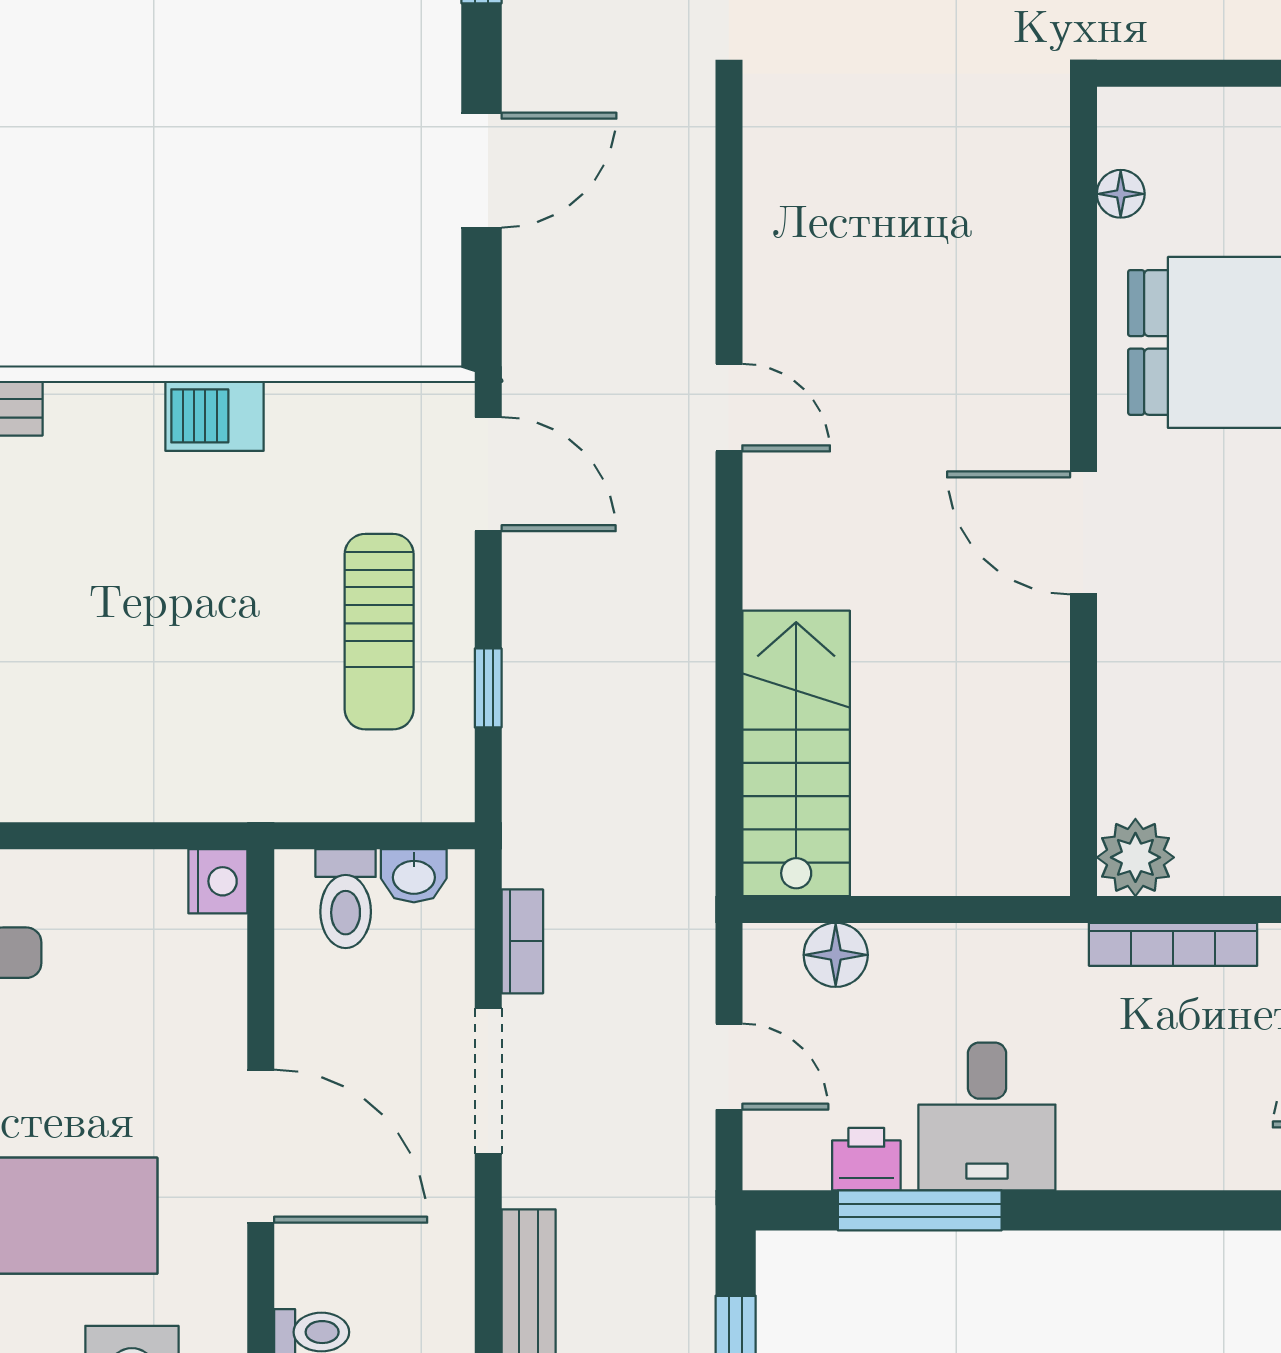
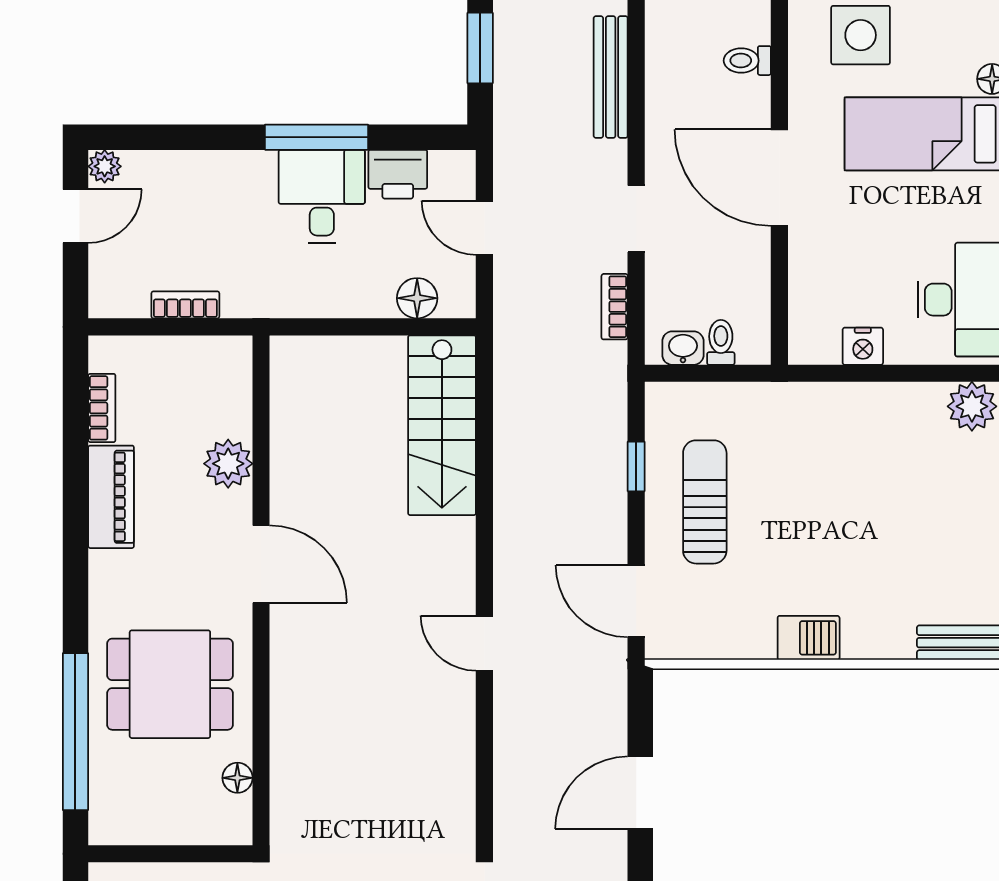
plant: (1135, 857) -> (228, 464), moved
nightstand: (218, 881) -> (863, 346), moved, turned -90
toilet: (346, 899) -> (721, 342), width x0.73, depth x0.72
bookcase: (1173, 944) -> (185, 305), width x0.64
doorway: (488, 1081) -> (636, 219), width x0.73
printer: (866, 1159) -> (398, 174), width x1.36, depth x1.24
window: (920, 1210) -> (316, 137), moved

